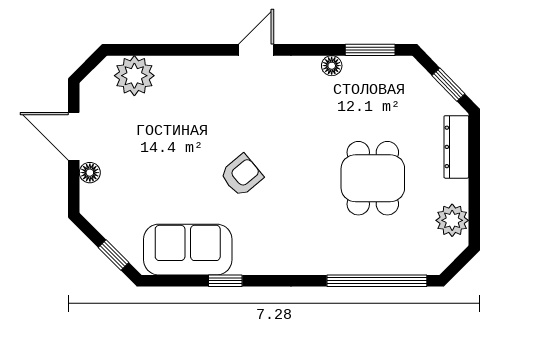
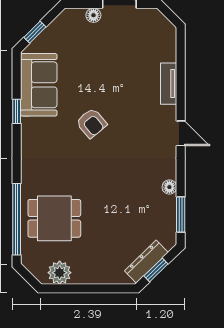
tv unit: (186, 67) -> (169, 84), added
plant: (134, 76) -> (162, 47), removed
dresser: (456, 147) -> (146, 262), moved, turned -44
dining table: (373, 178) -> (54, 218), moved

